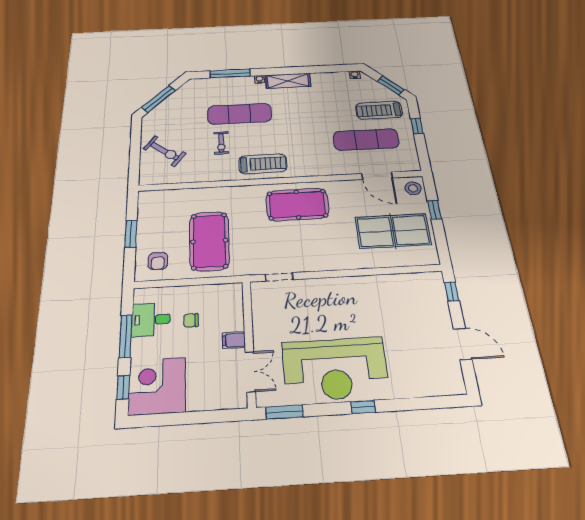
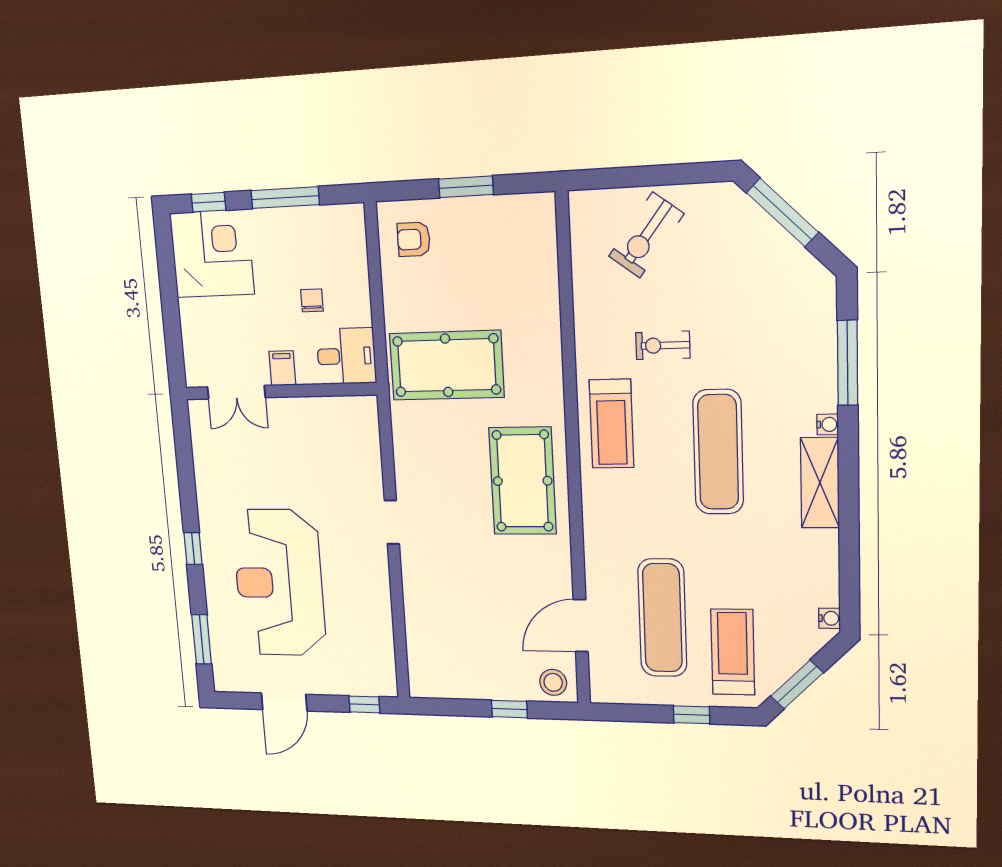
exercise mat: (239, 114) -> (718, 452), moved
table tennis table: (393, 231) -> (470, 635), removed
pool table: (209, 241) -> (447, 365), moved
doorway: (279, 277) -> (392, 522), moved
desk: (151, 320) -> (346, 356), moved, turned 90
reception desk: (335, 369) -> (279, 583), moved
window: (284, 412) -> (202, 639), moved

